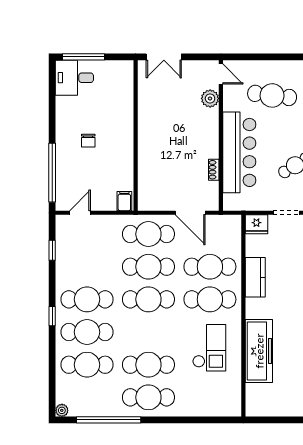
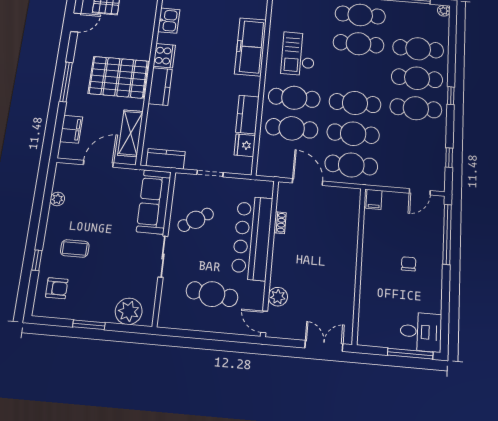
fridge: (256, 224) -> (245, 145), moved, turned -90

